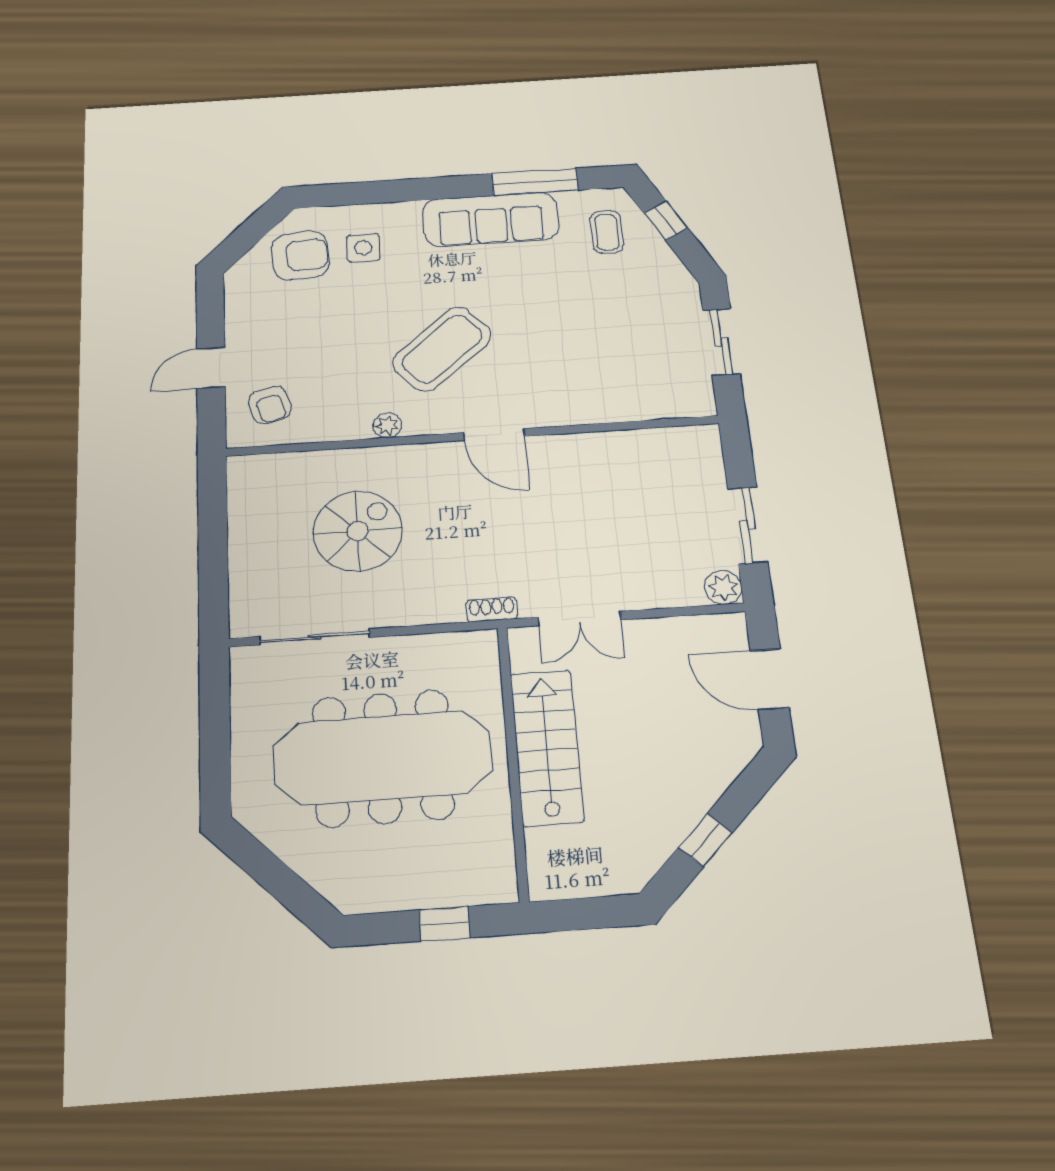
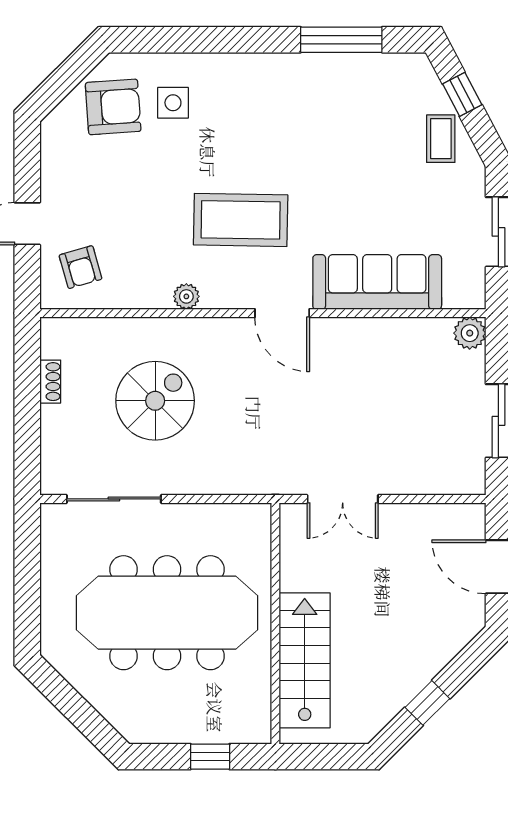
sofa: (491, 219) -> (377, 282), moved, turned 180
coffee table: (607, 232) -> (441, 139), moved
coffee table: (442, 349) -> (241, 220), turned 42
plant: (723, 587) -> (470, 333), moved
shoe rack: (492, 609) -> (50, 382), moved, turned 90
stairs: (547, 747) -> (305, 660), moved

